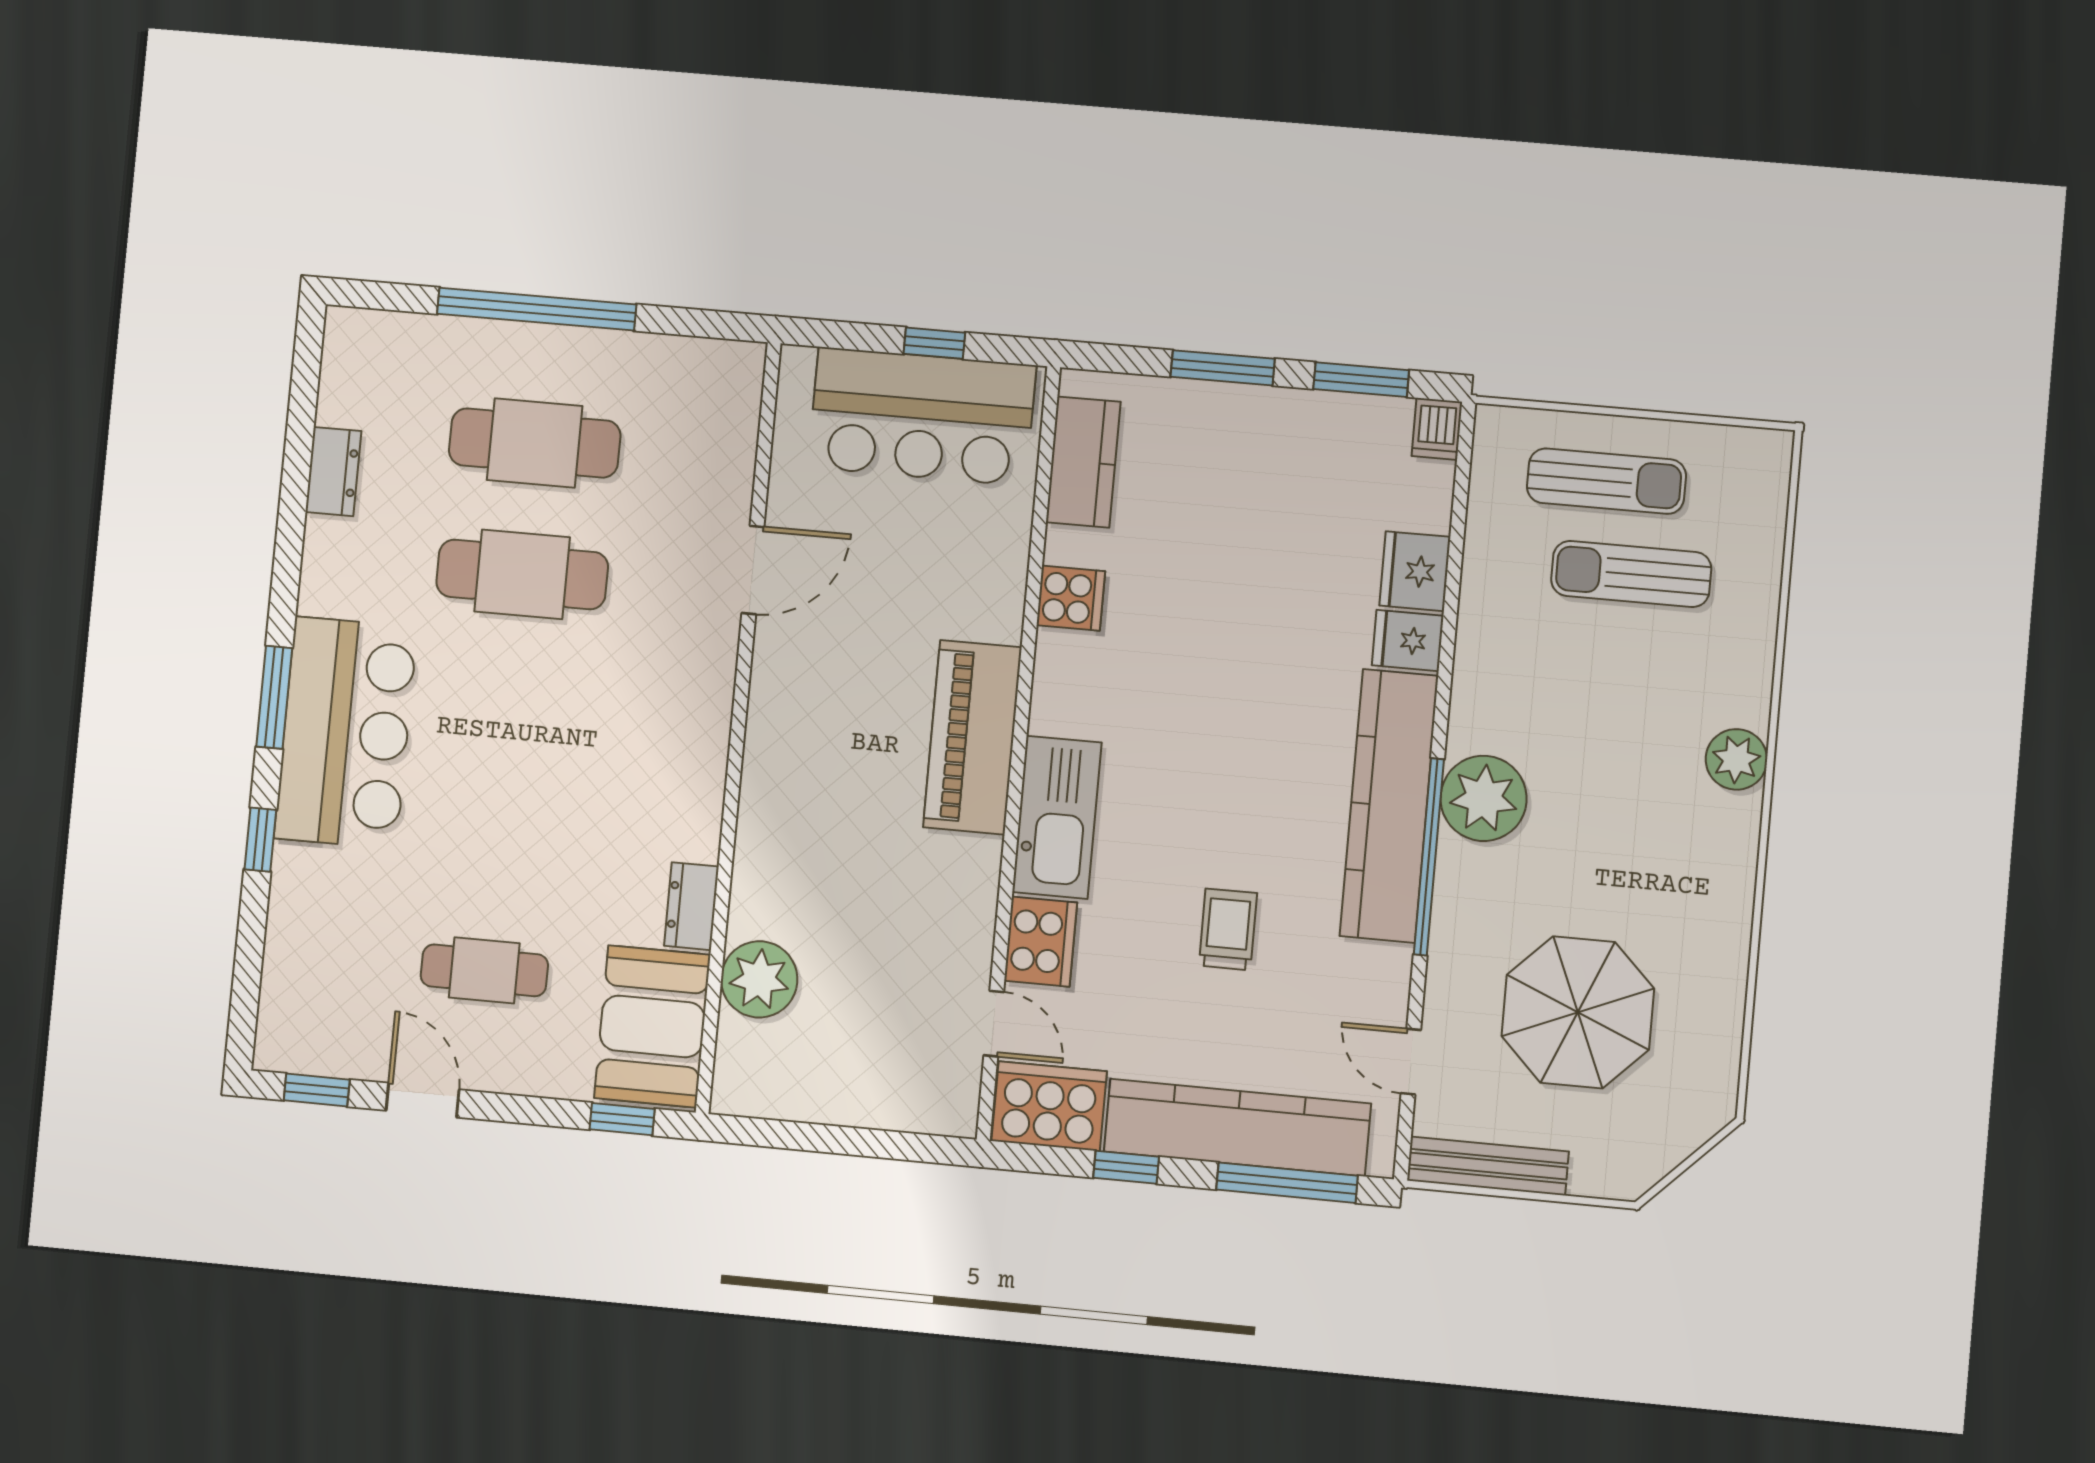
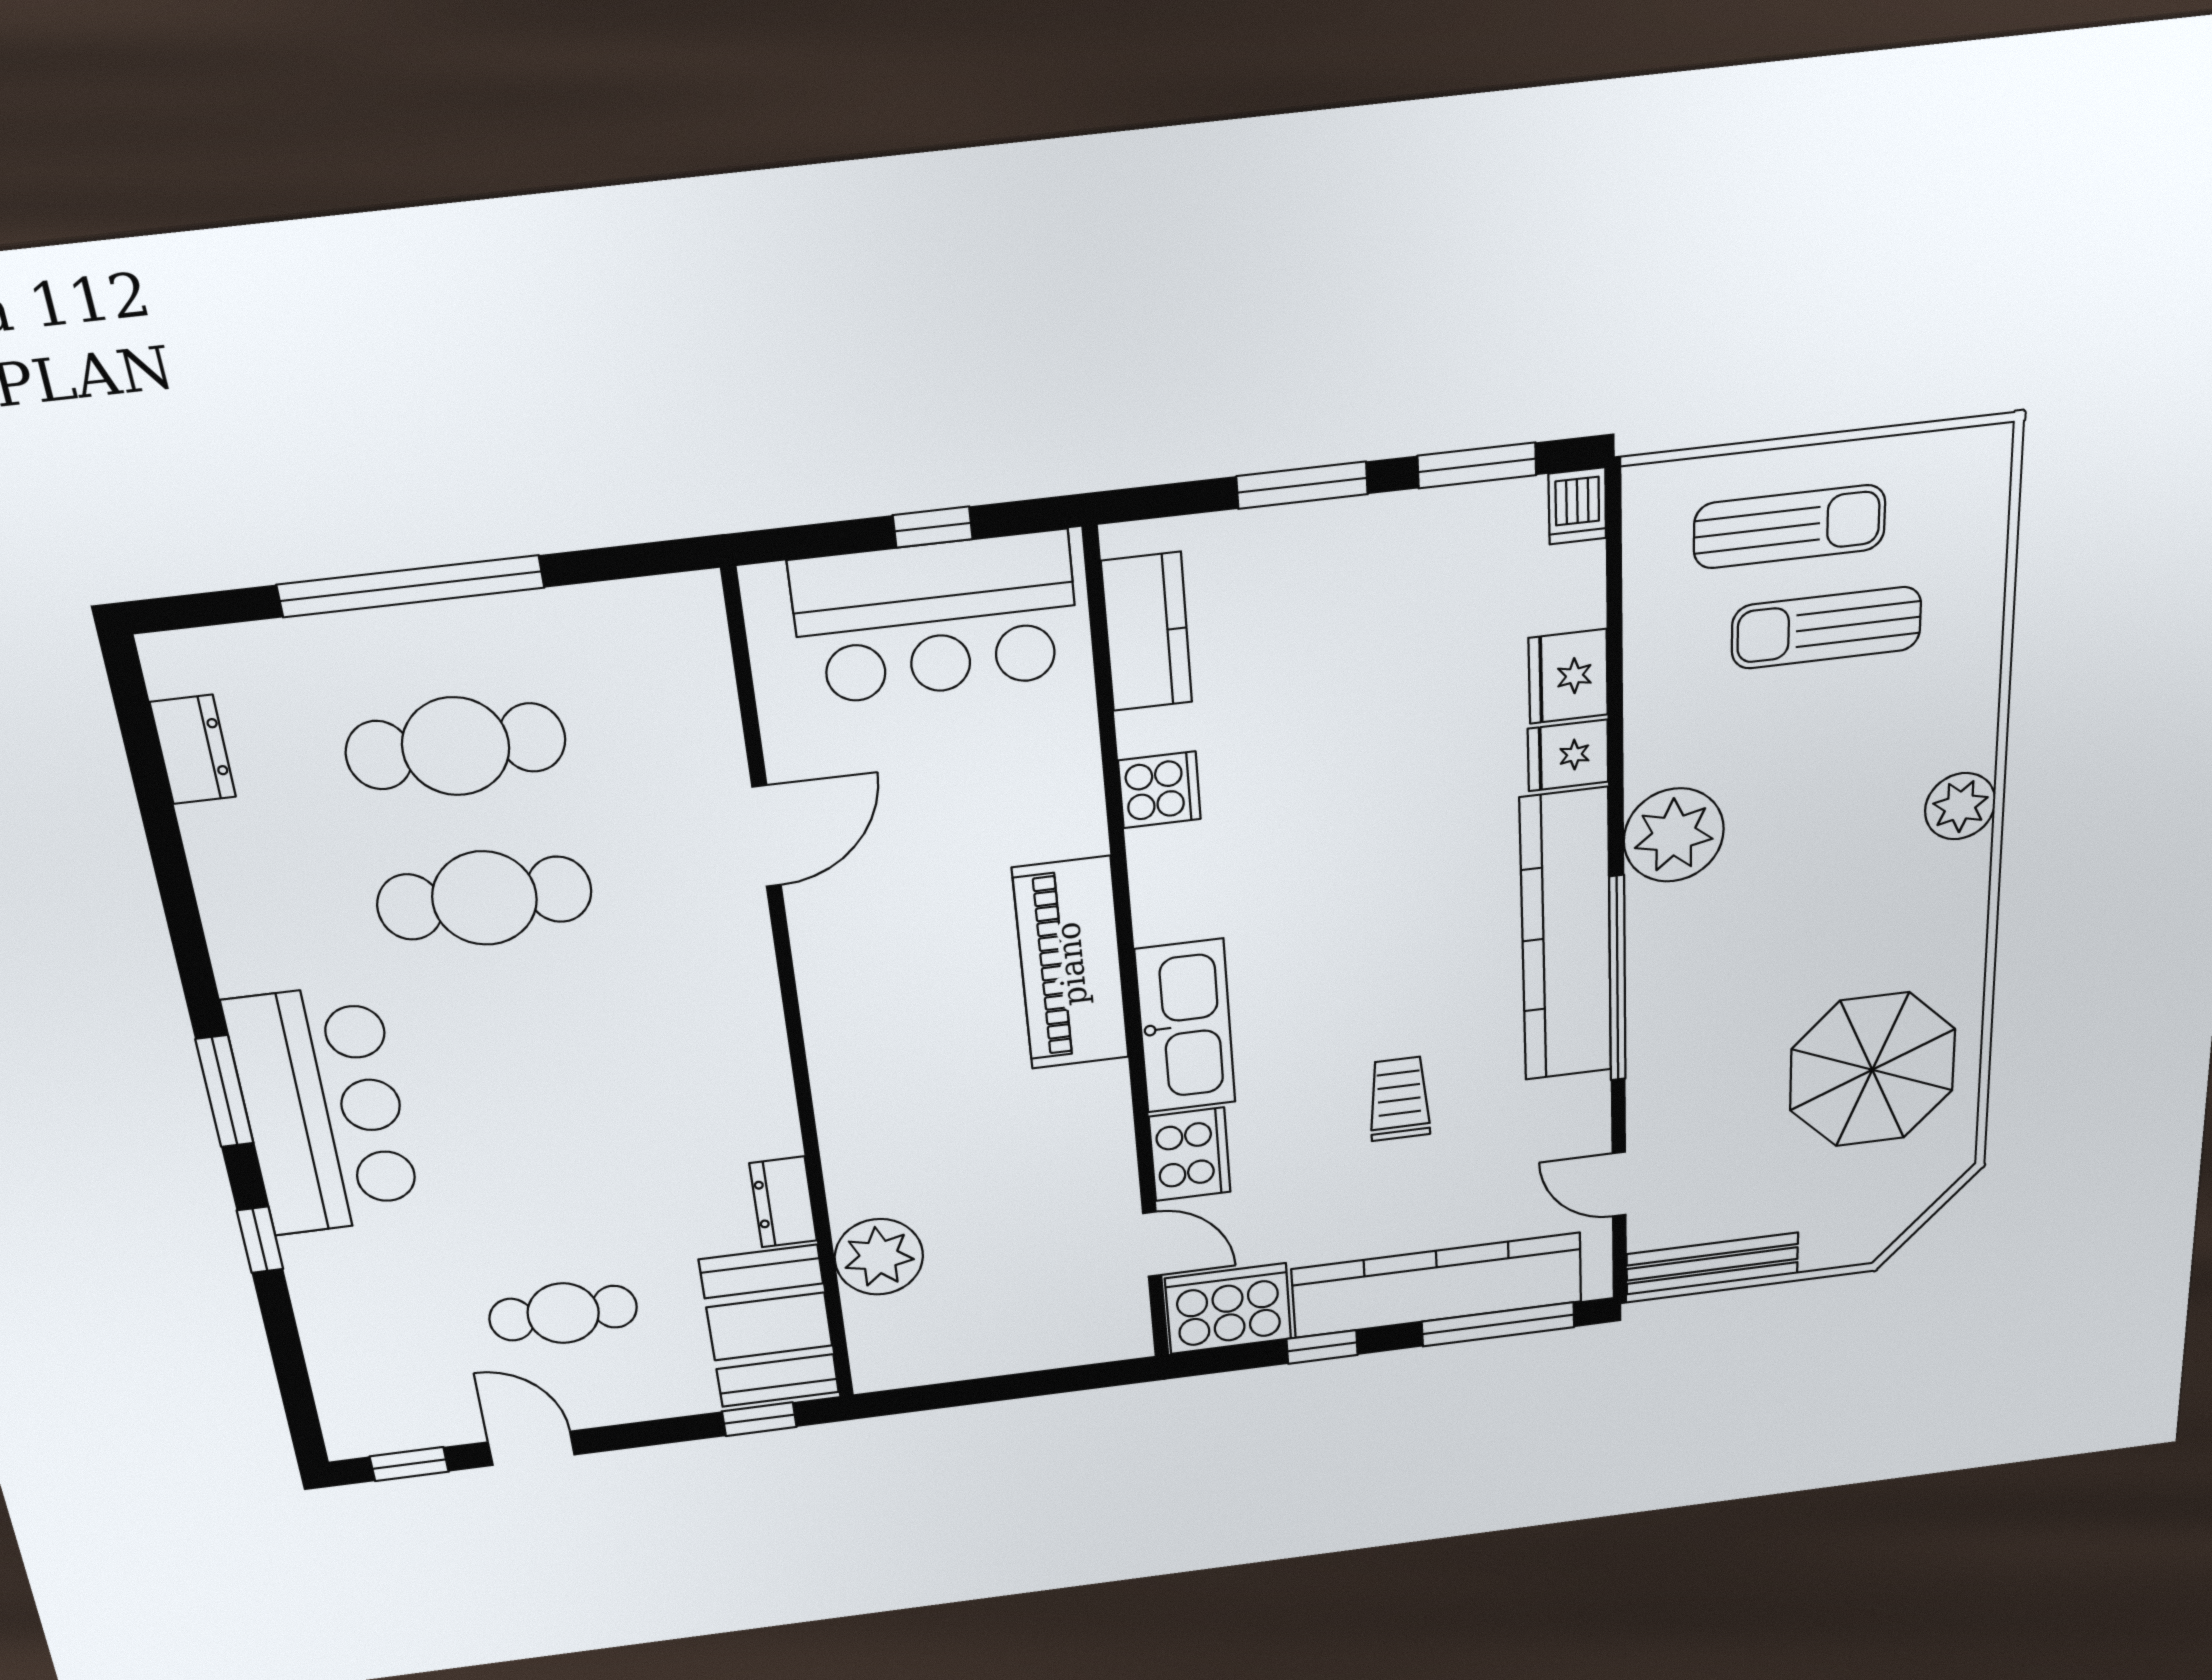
dresser: (333, 472) -> (193, 750), moved
plant: (1484, 798) -> (1674, 835), moved
parasol: (1578, 1012) -> (1872, 1070), moved

